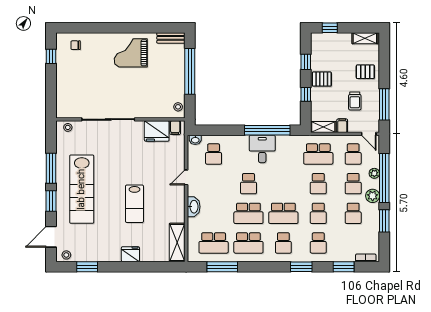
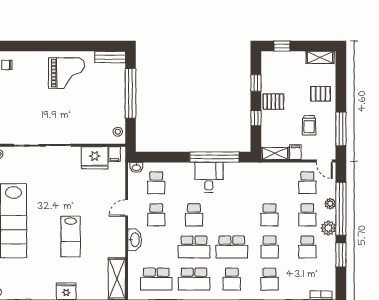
grand piano: (131, 53) -> (67, 73), turned 180
school desk: (318, 154) -> (156, 215), moved, width x0.54

